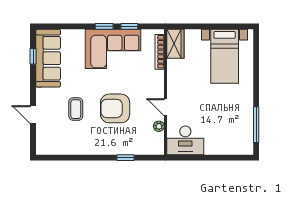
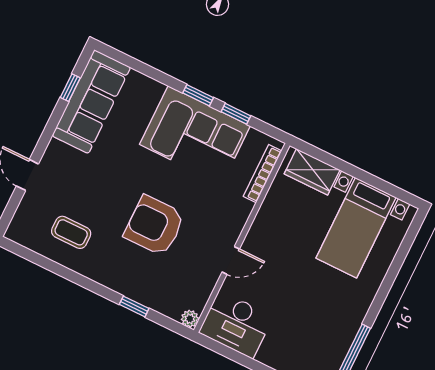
wardrobe: (175, 44) -> (312, 172), moved, turned 90
door: (166, 107) -> (231, 261), swing flipped
coffee table: (76, 109) -> (71, 232), moved, turned 90
plant: (159, 126) -> (190, 319), moved

